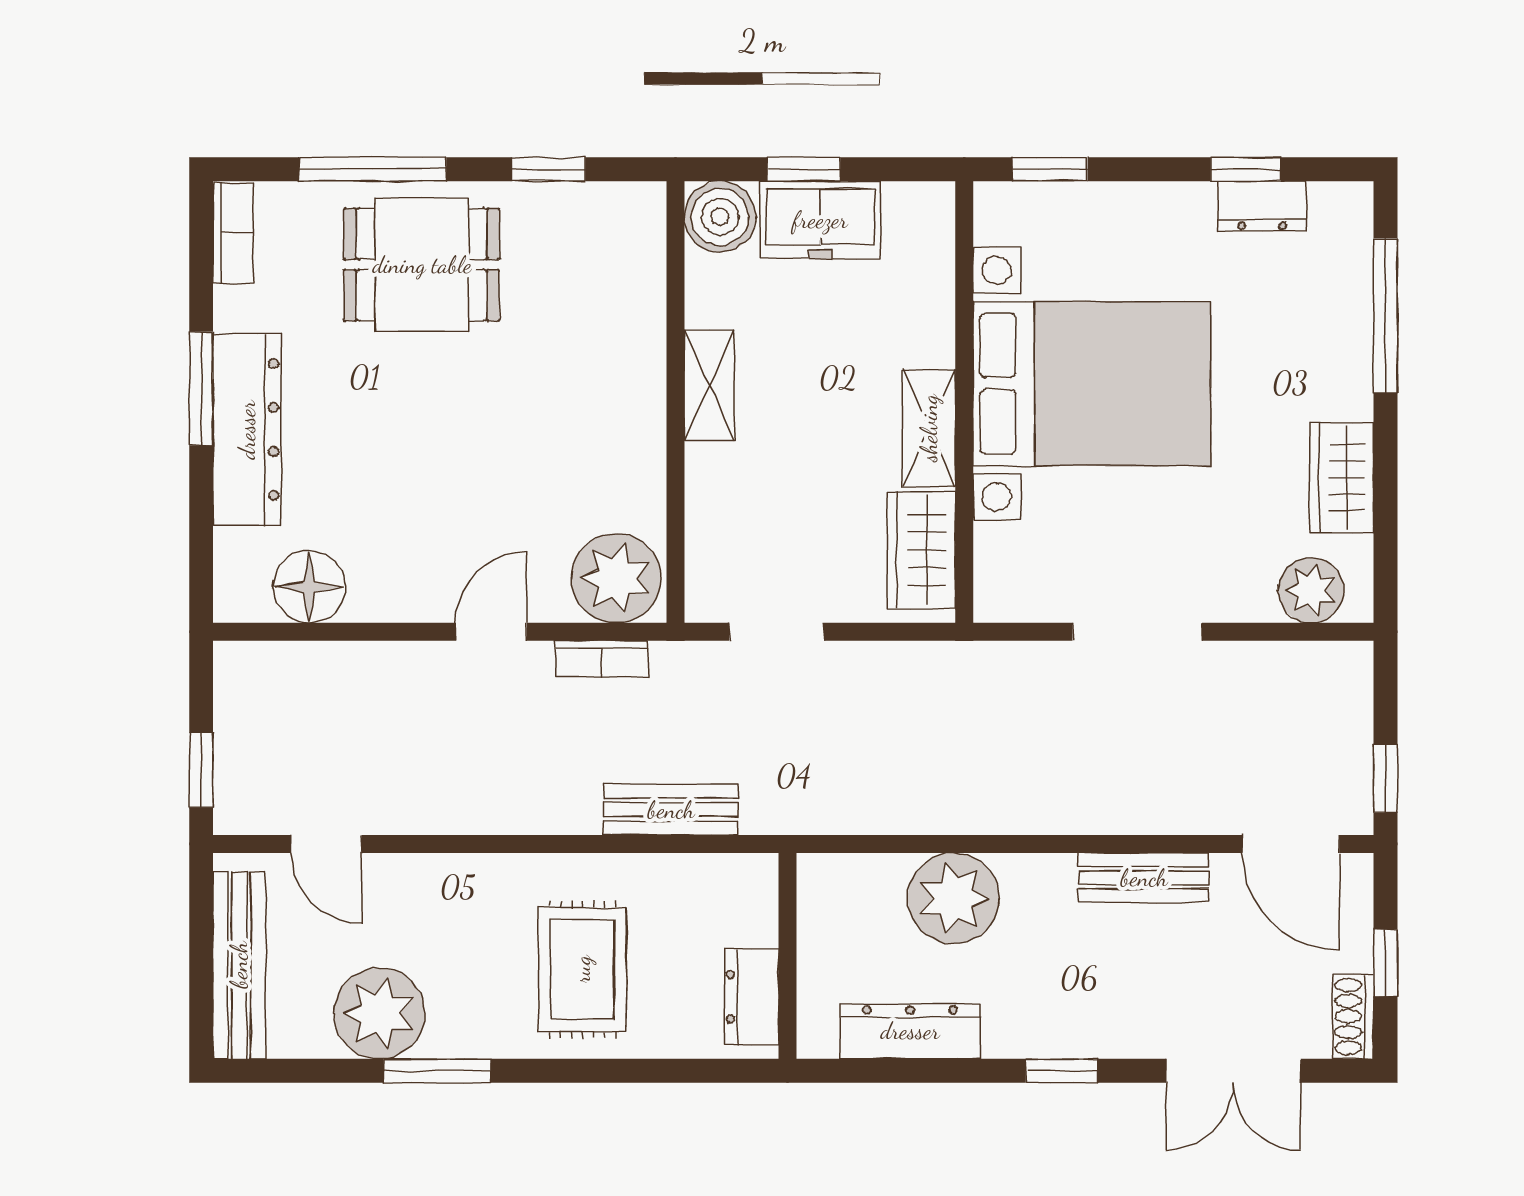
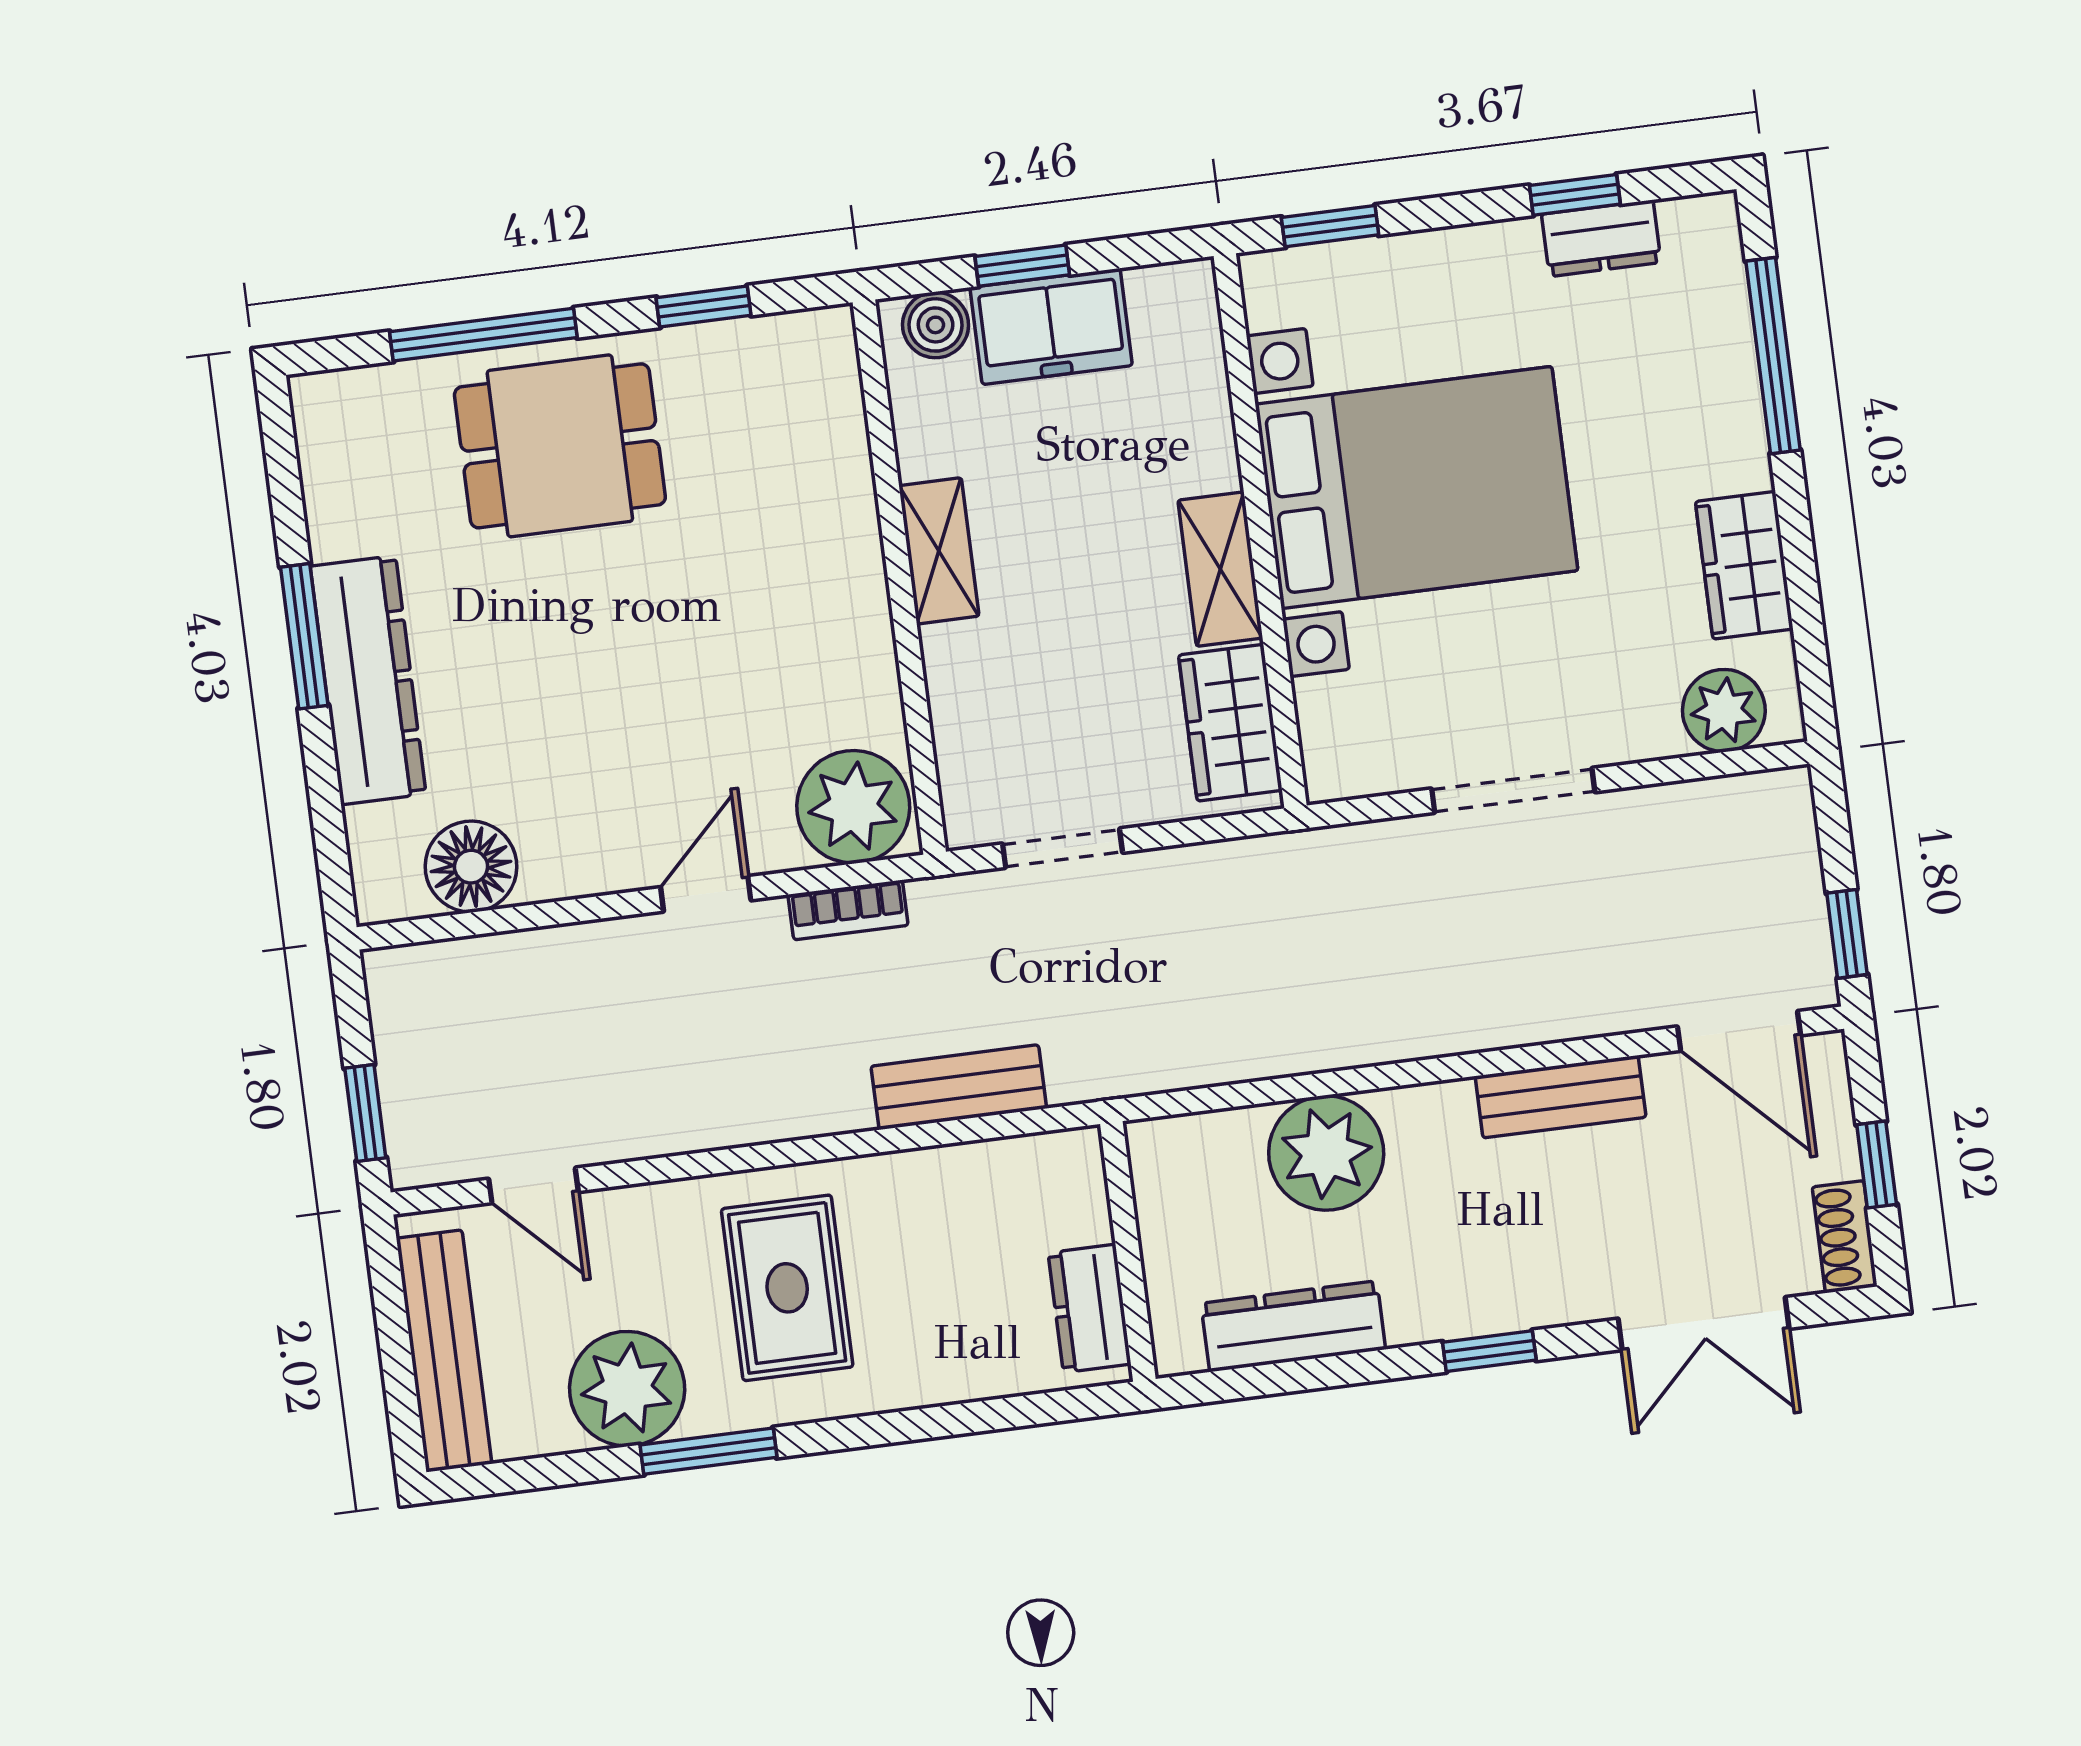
boiler: (720, 217) -> (936, 325), width x0.73, depth x0.73
bookcase: (233, 233) -> (319, 437), removed
rug: (582, 969) -> (787, 1288), moved

